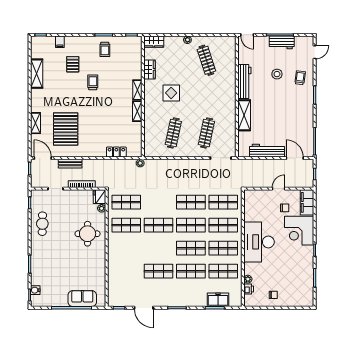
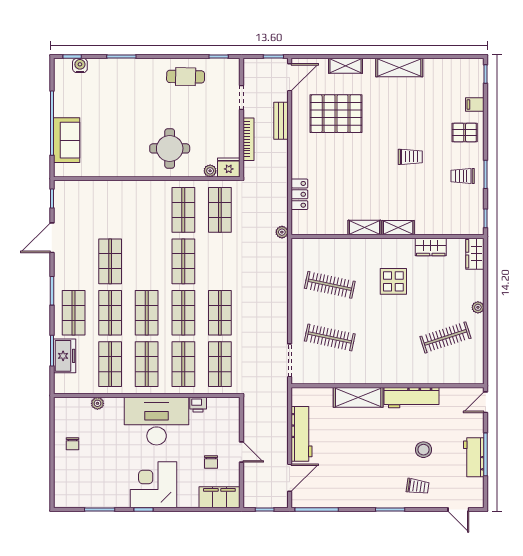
pallet: (73, 64) -> (465, 132), moved
shelving: (37, 74) -> (399, 68), moved
corner desk: (299, 231) -> (154, 485), moved
printer: (249, 289) -> (198, 405), moved
shop shelf: (191, 294) -> (74, 313), added

